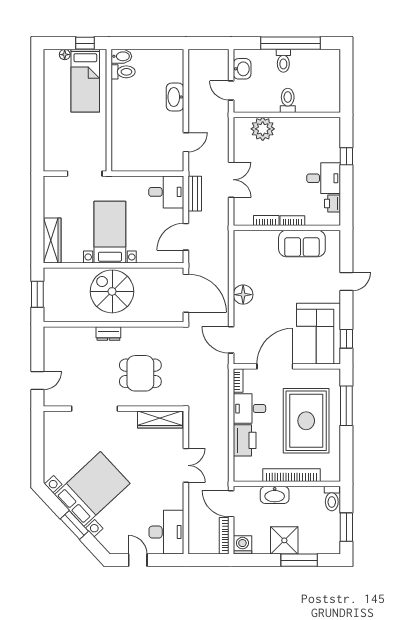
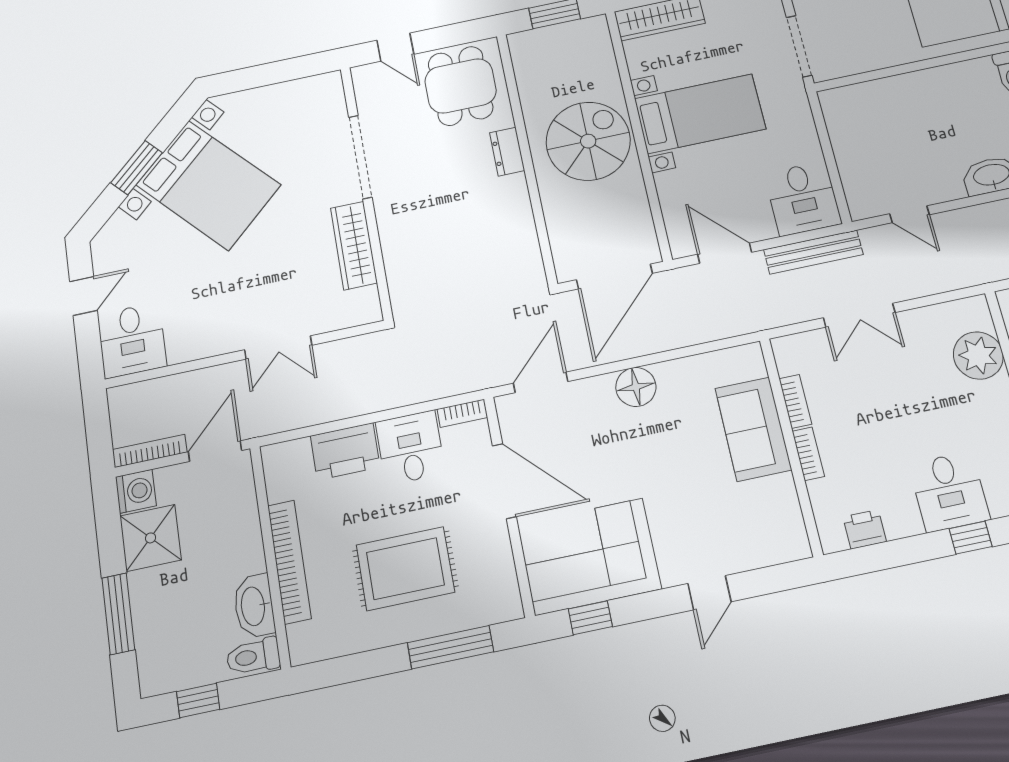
desk: (324, 178) -> (949, 492), moved
bench: (195, 194) -> (813, 252), width x1.36
sofa: (302, 244) -> (753, 429), moved
door: (346, 282) -> (709, 593), hinge flipped
dining table: (140, 373) -> (461, 86), moved
wardrobe: (160, 420) -> (354, 245), moved
rug: (306, 421) -> (405, 569), width x0.73, depth x0.69
washbasin: (275, 495) -> (254, 606), moved
window: (346, 527) -> (198, 700), width x0.67
desk: (166, 532) -> (132, 340), width x0.73
shower: (284, 540) -> (151, 538), moved

